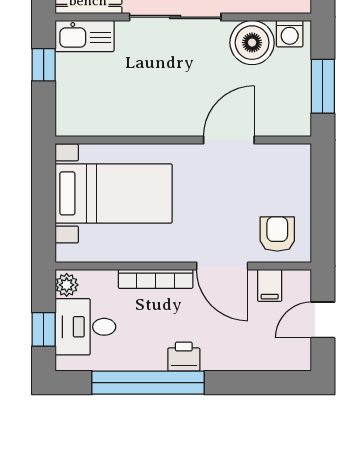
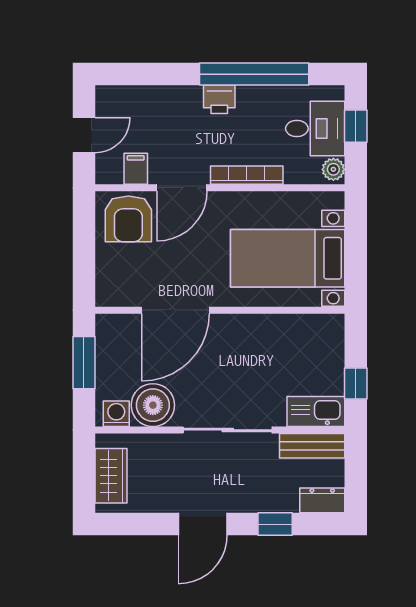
door: (229, 140) -> (175, 310), width x1.36
armchair: (277, 234) -> (128, 219), width x1.38, depth x1.38
door: (222, 266) -> (182, 188), swing flipped

